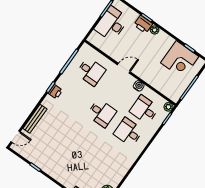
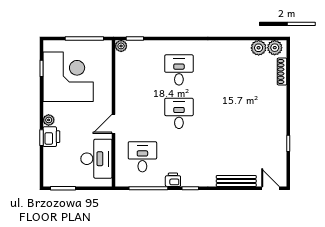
desk: (112, 24) -> (96, 159), moved, turned -90
corner desk: (180, 60) -> (68, 77), width x1.36, depth x1.36
door: (124, 68) -> (114, 124), hinge flipped
water cooler: (139, 86) -> (121, 94), removed
printer: (55, 92) -> (173, 180), moved
desk: (144, 110) -> (142, 70), removed
desk: (128, 132) -> (179, 70), turned 180

